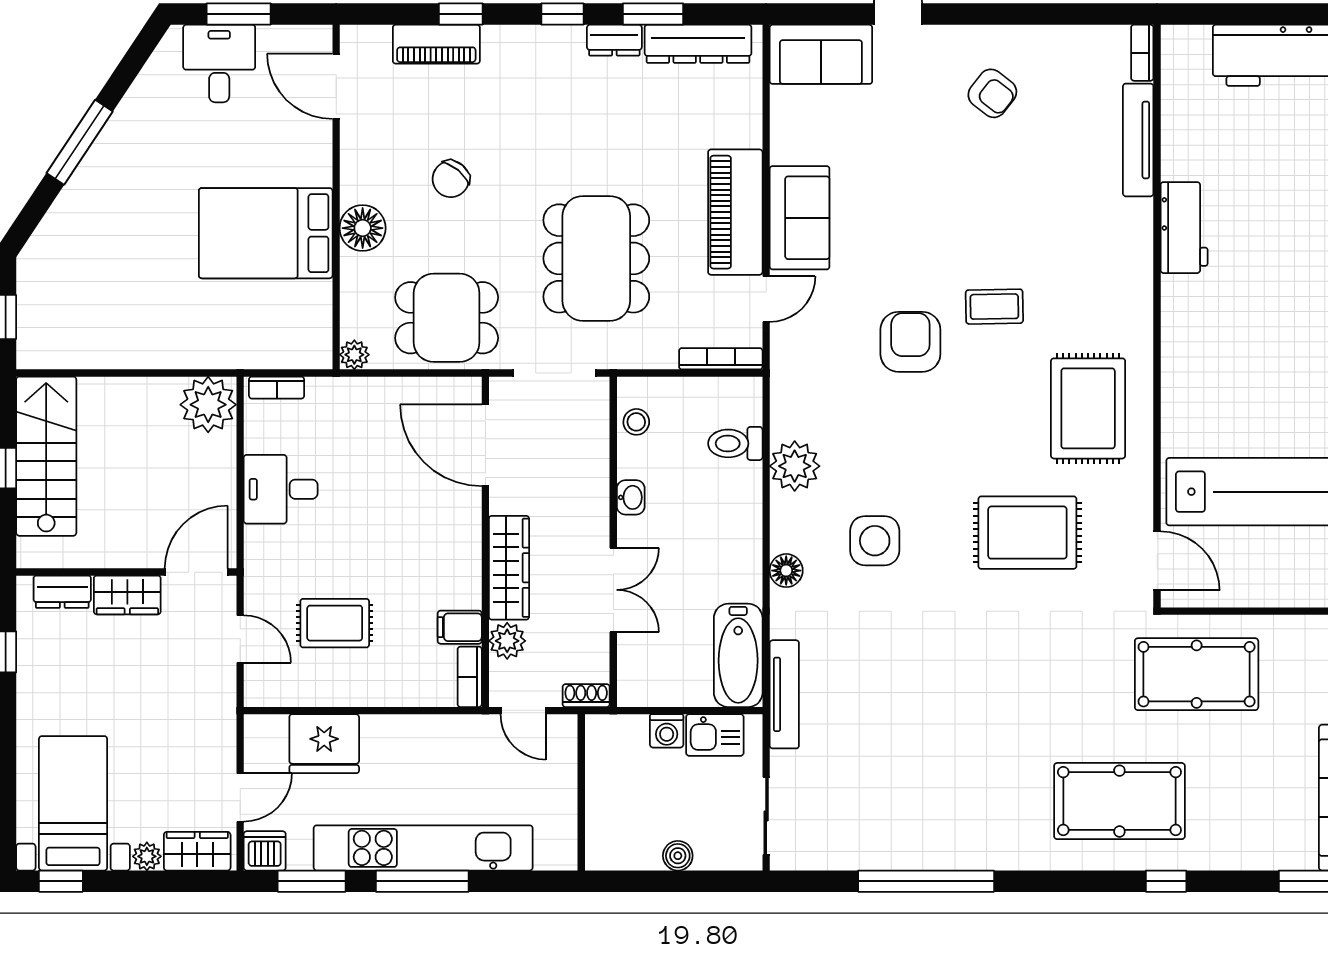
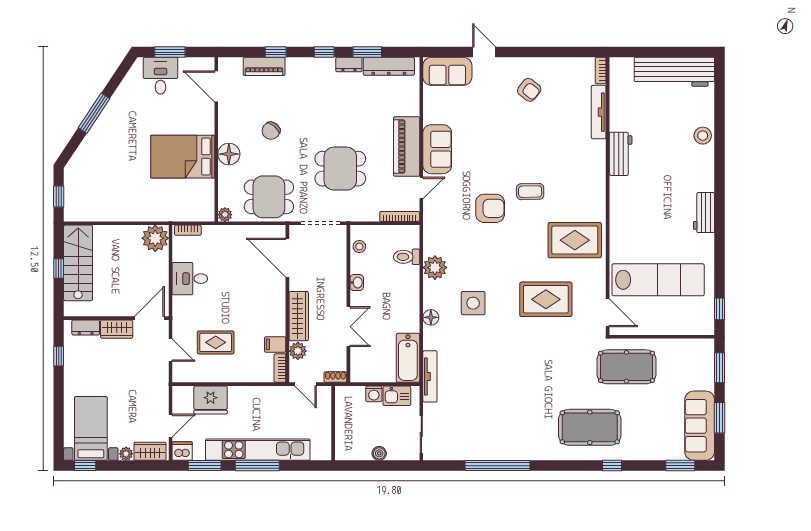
dining table: (596, 258) -> (340, 169), width x0.73
armchair: (910, 342) -> (490, 208), turned 90
rug: (1088, 408) -> (575, 240), turned 90

